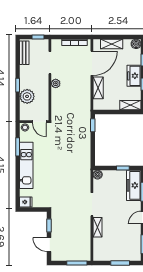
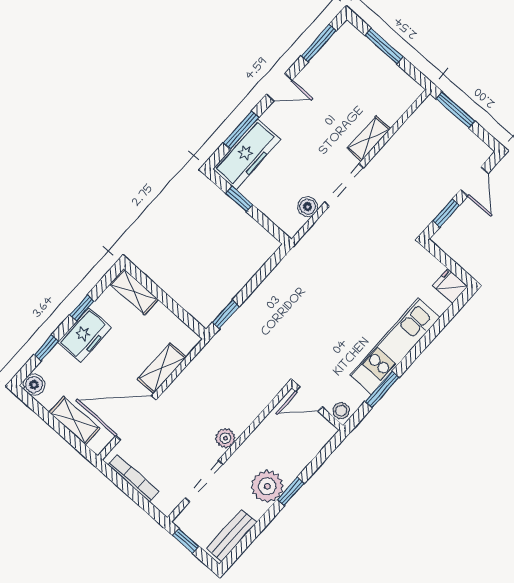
plant: (27, 96) -> (267, 486), moved
door: (39, 122) -> (309, 399), swing flipped
boiler: (98, 175) -> (308, 207), moved

